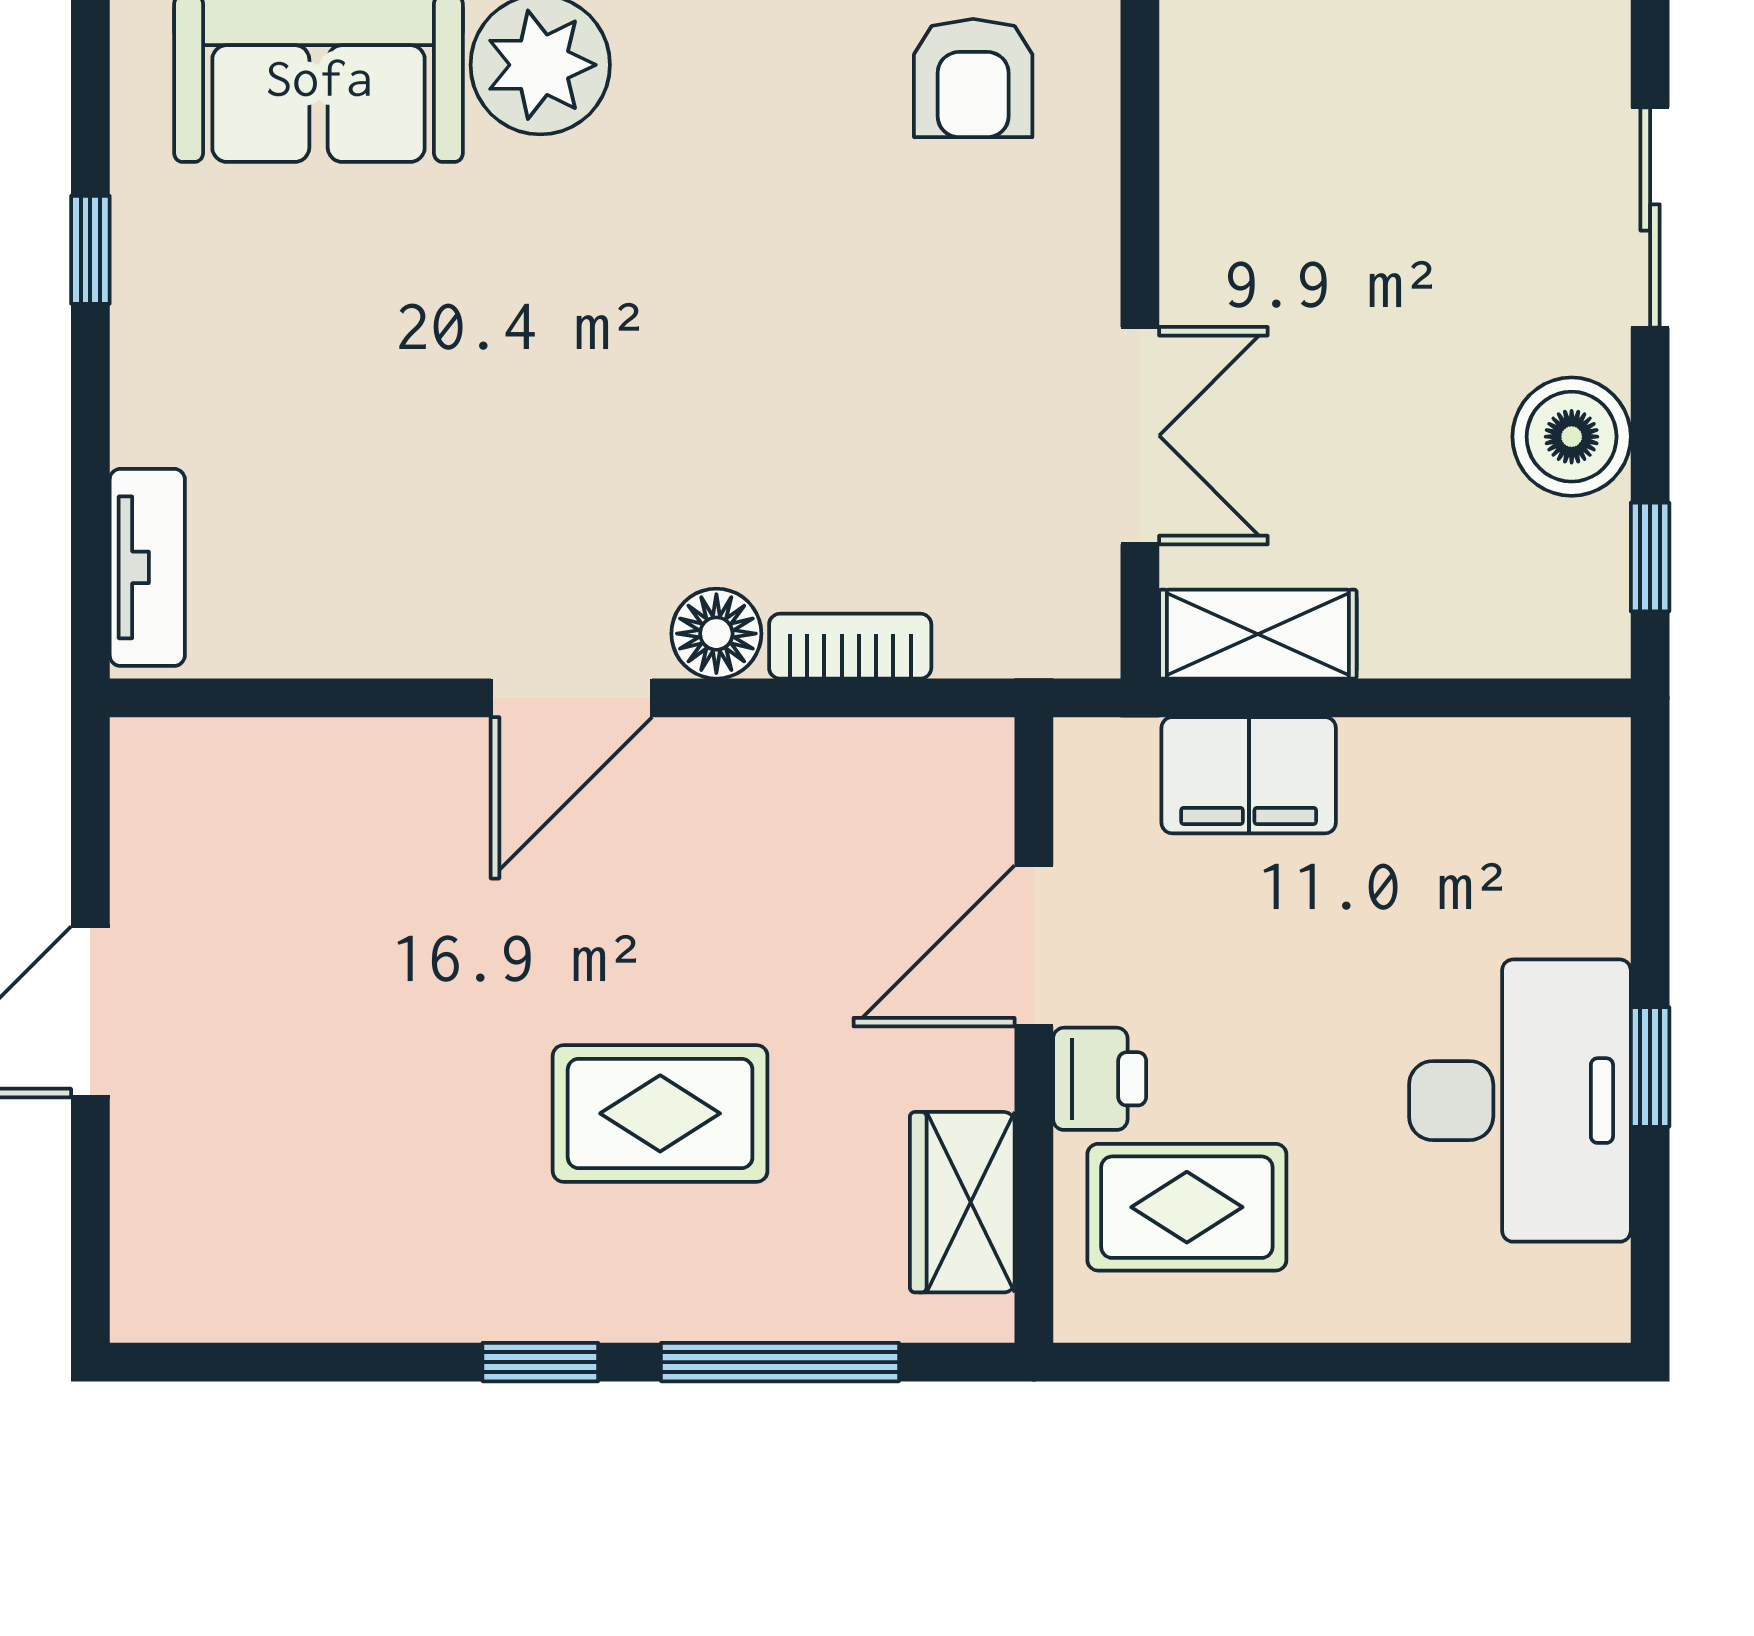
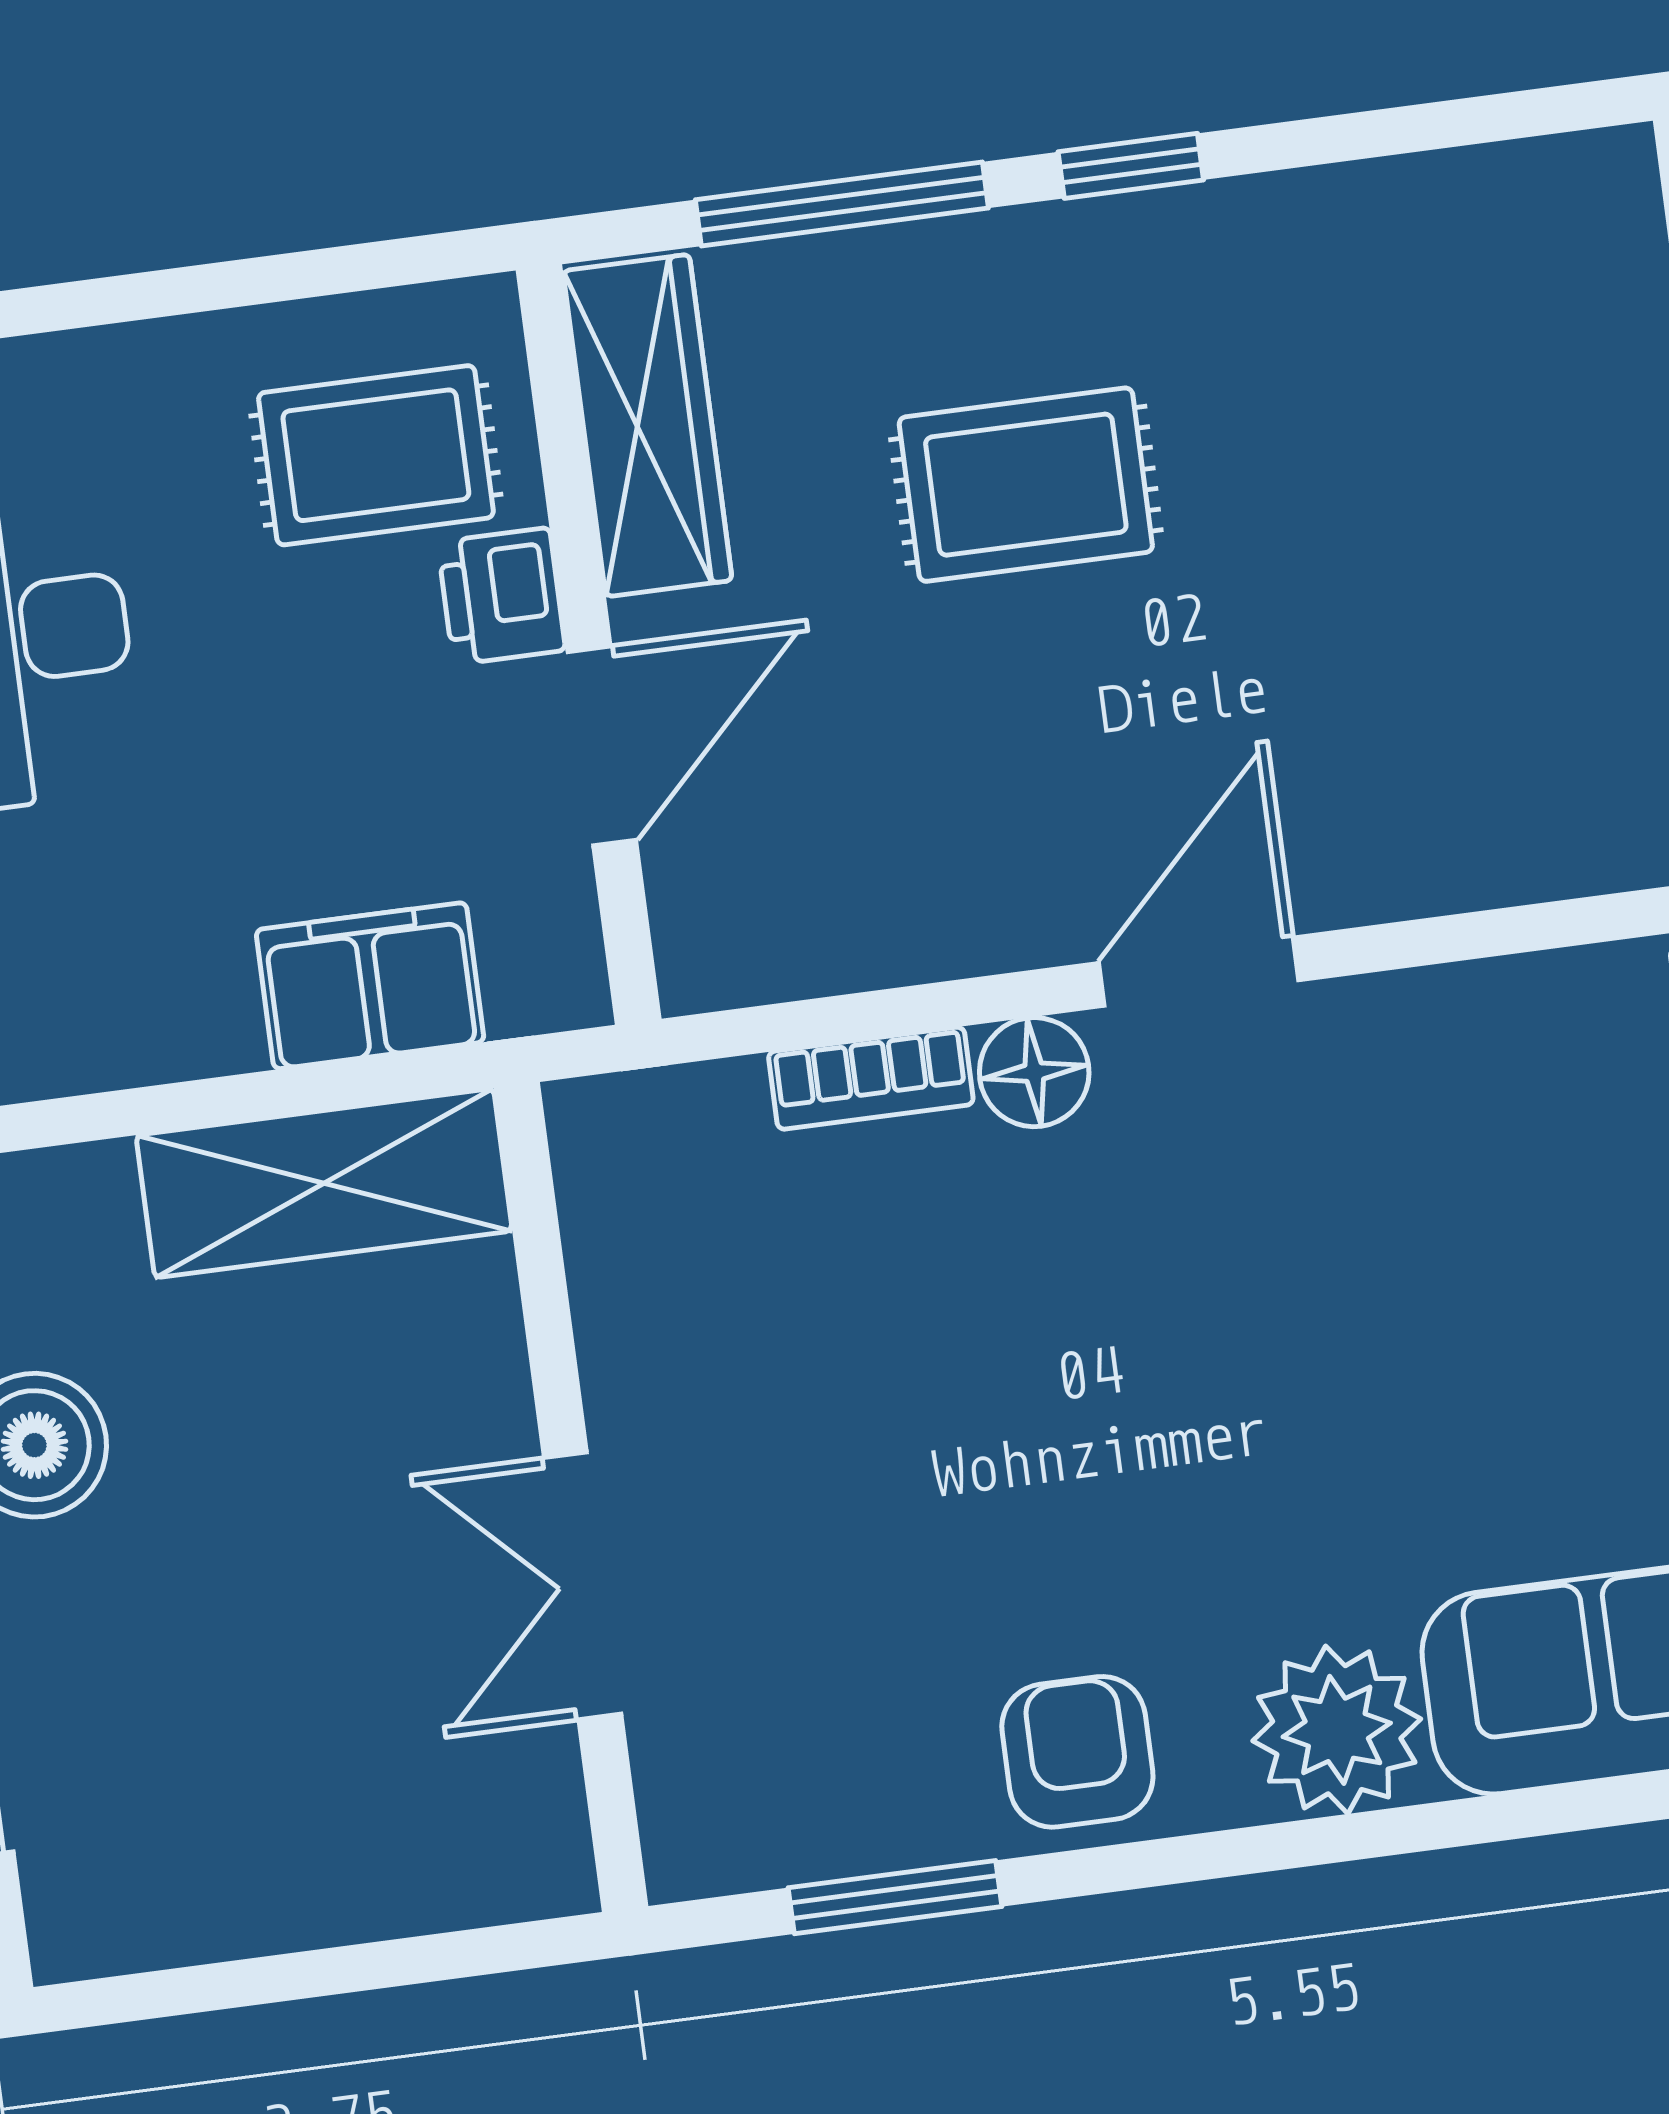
armchair: (973, 78) -> (1077, 1752), moved
double door: (1140, 436) -> (583, 1586), moved
shelving: (1258, 634) -> (324, 1183), width x1.50, depth x1.33
wardrobe: (962, 1202) -> (647, 426), width x1.50

